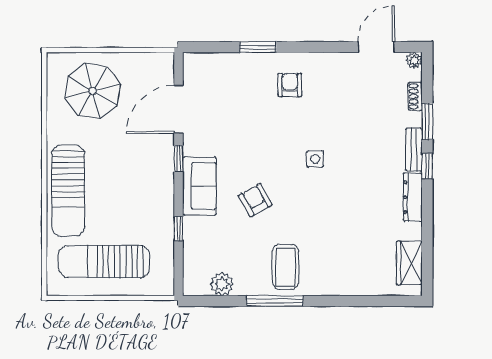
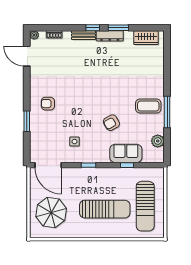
door: (178, 109) -> (48, 165), moved
window: (427, 122) -> (118, 28), moved
side table: (315, 159) -> (74, 142), moved
sofa: (199, 186) -> (126, 153), moved
sun lounger: (68, 191) -> (105, 209), moved

